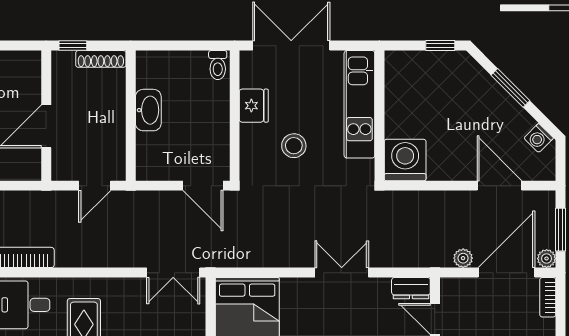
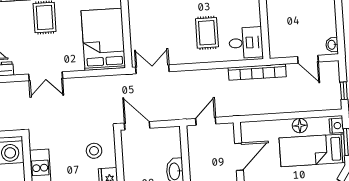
stool: (294, 146) -> (94, 151), moved

